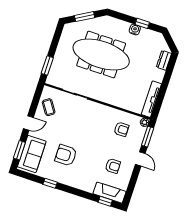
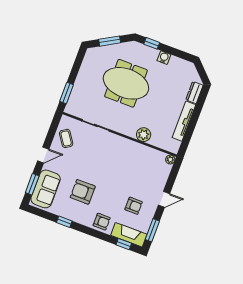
window: (142, 23) -> (152, 43), moved
meeting table: (101, 55) -> (126, 83), width x0.73
tv unit: (151, 99) -> (184, 121), moved
plant: (119, 101) -> (144, 135), added
armchair: (121, 129) -> (102, 222), moved
window: (148, 137) -> (152, 230), moved
door: (140, 159) -> (164, 199), hinge flipped

